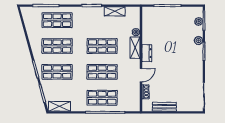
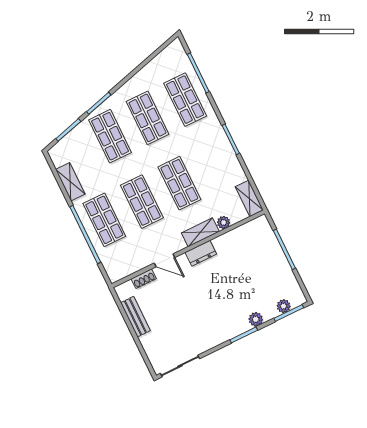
shelving: (115, 11) -> (249, 198), moved
shelving: (60, 106) -> (70, 182), moved

